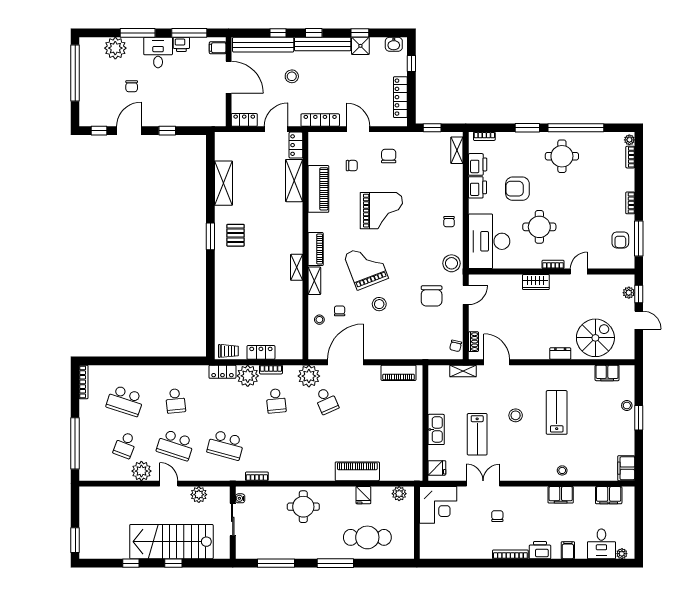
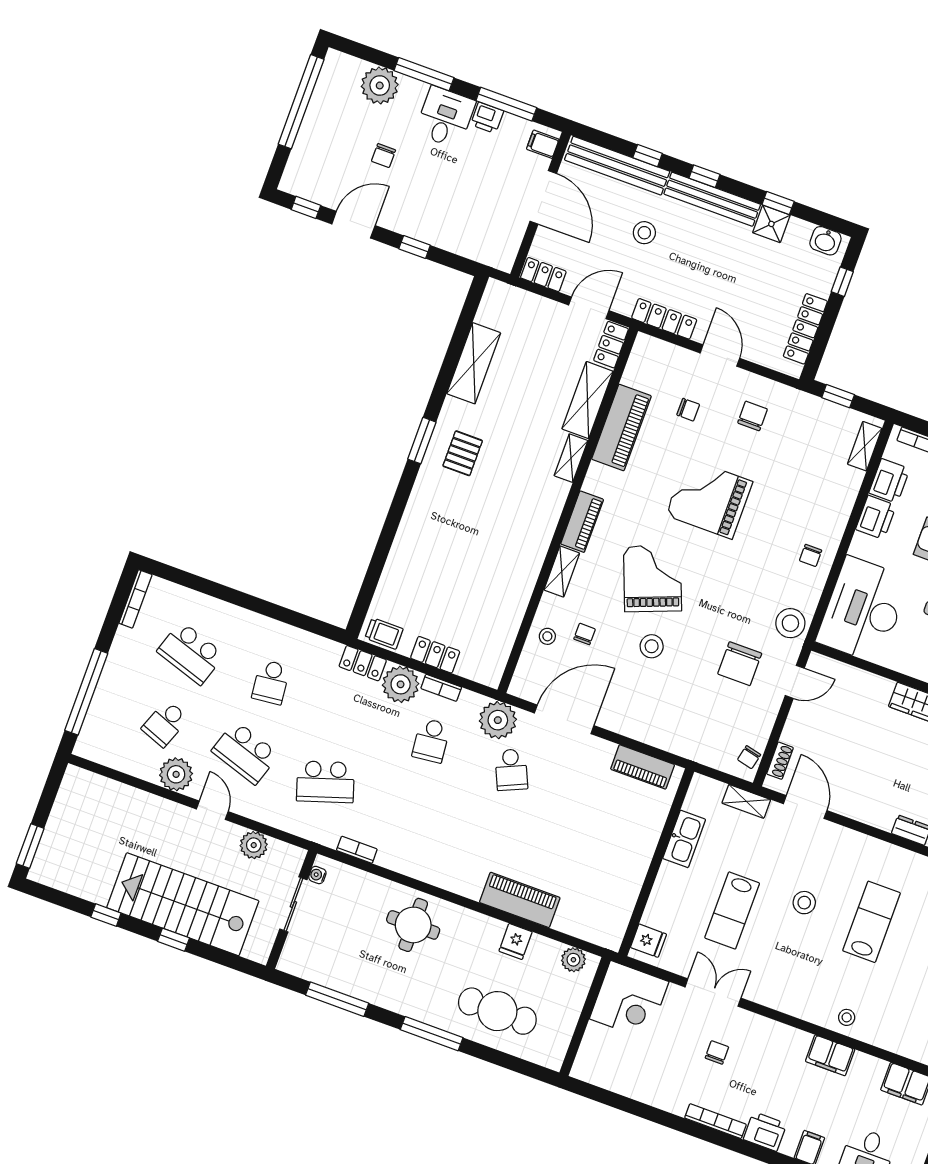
grand piano: (381, 211) -> (709, 498), turned 180
shelving: (297, 267) -> (571, 458), moved
kitchen sink: (436, 429) -> (684, 839), moved
school desk: (226, 445) -> (325, 782), turned -33

